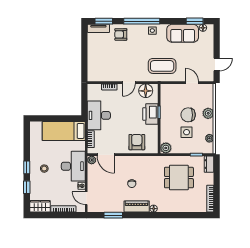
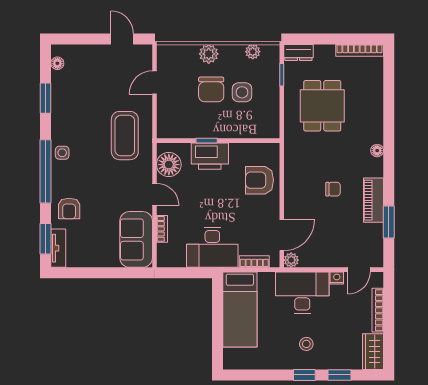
window: (195, 21) -> (46, 98), moved
sofa: (183, 33) -> (136, 239), moved, turned 180
plant: (166, 148) -> (270, 129), removed
piano: (137, 206) -> (373, 200), moved

